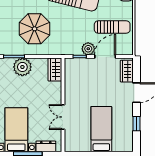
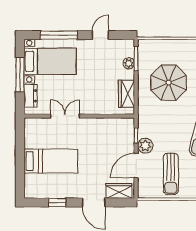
door: (105, 57) -> (136, 166), swing flipped
plant: (22, 67) -> (129, 63), width x0.53, depth x0.53
wardrobe: (55, 70) -> (127, 94), moved, turned -90

